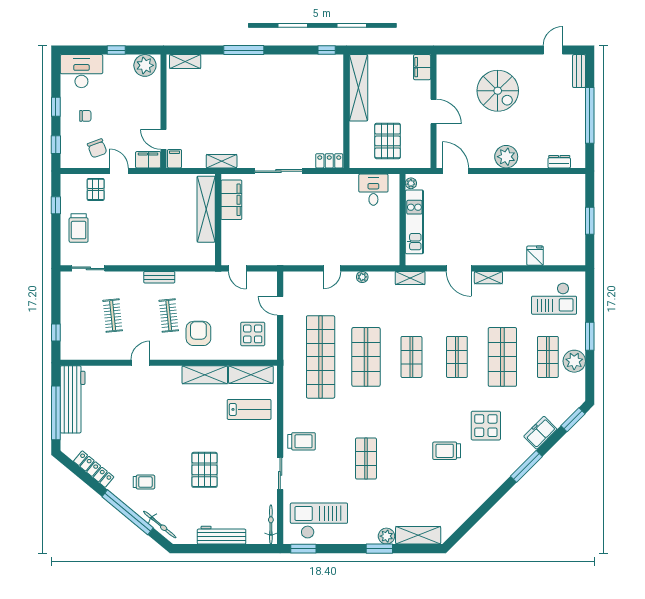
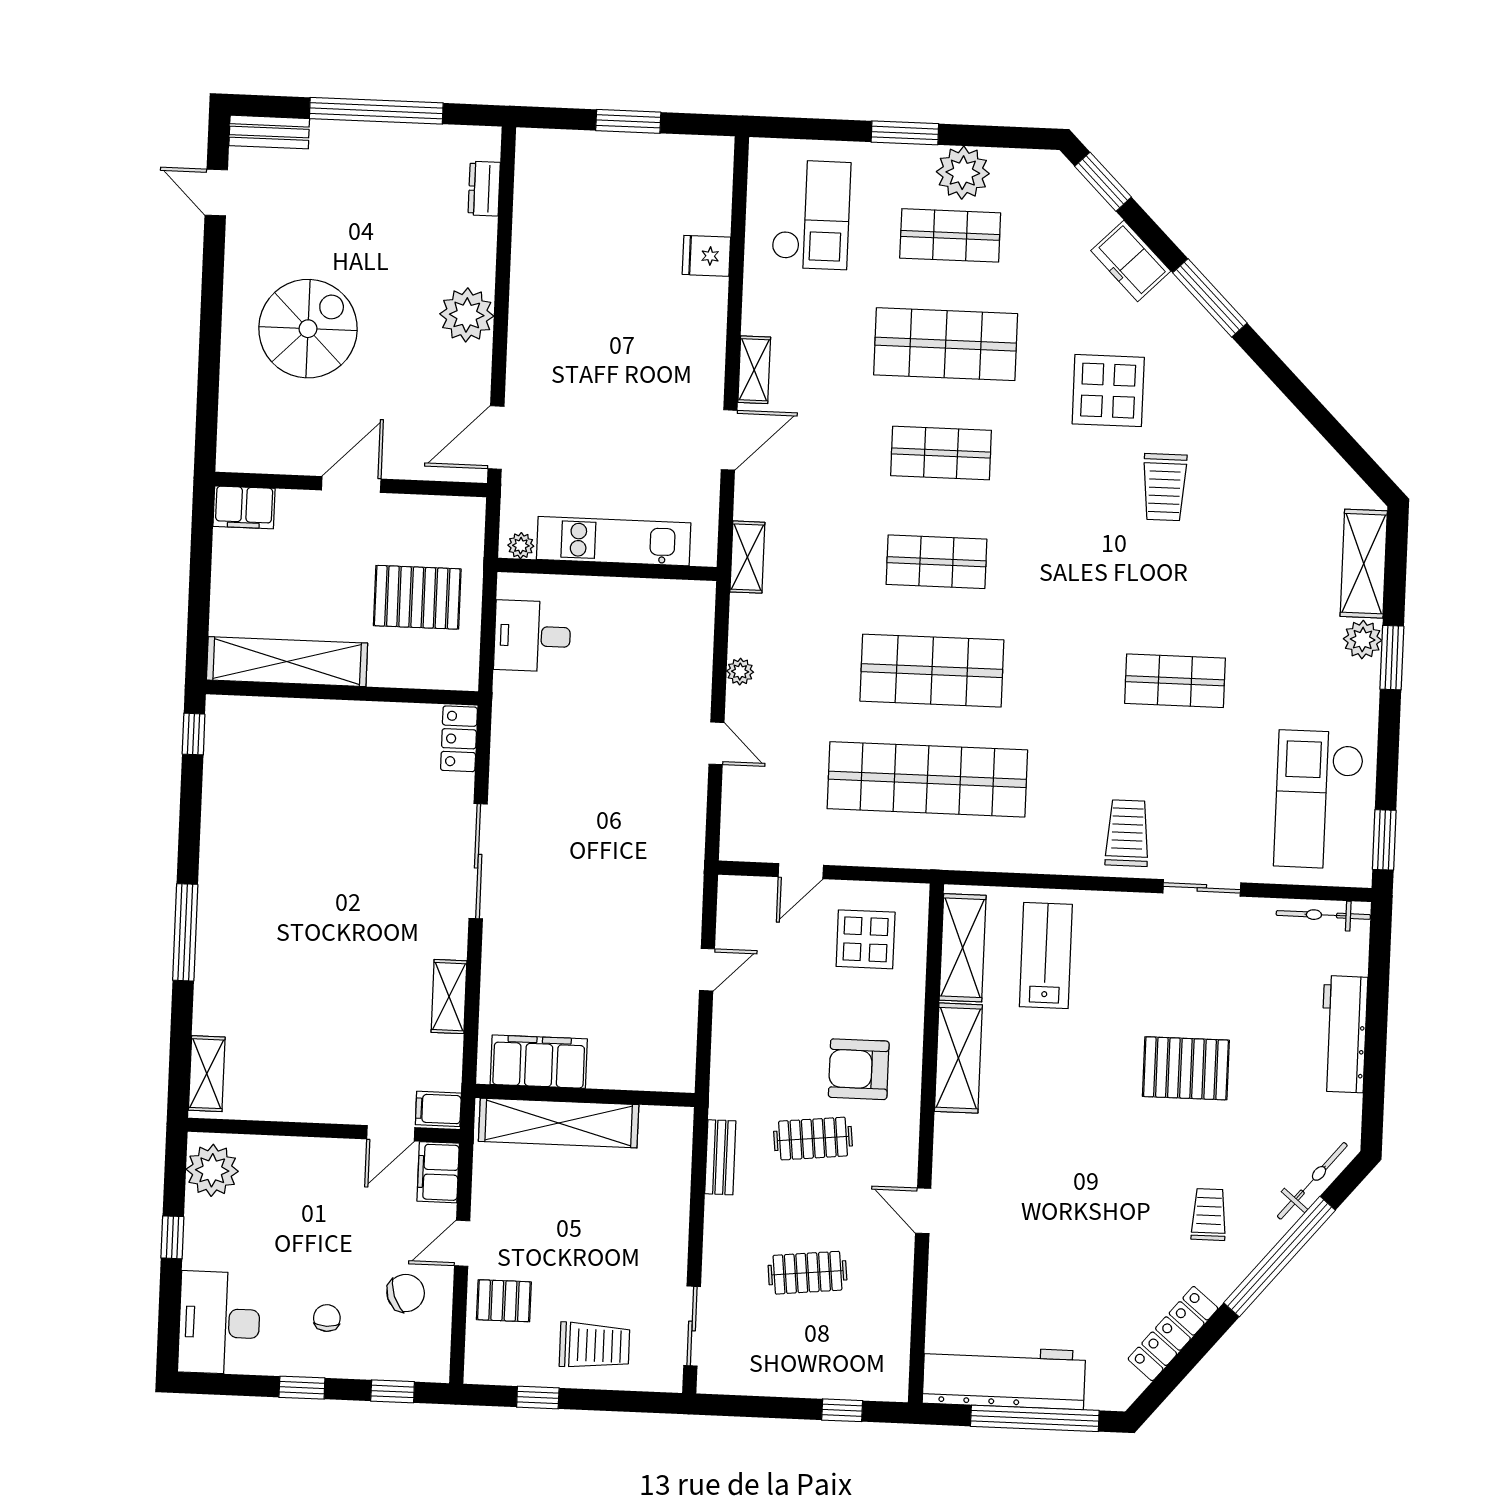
filing cabinet: (231, 200) -> (539, 1062), moved
shelving: (206, 209) -> (559, 1123), moved
wall: (218, 220) -> (585, 1095), moved

